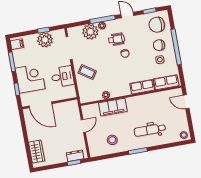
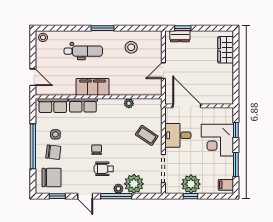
door: (40, 105) -> (187, 106), moved
filing cabinet: (113, 107) -> (92, 87), moved

